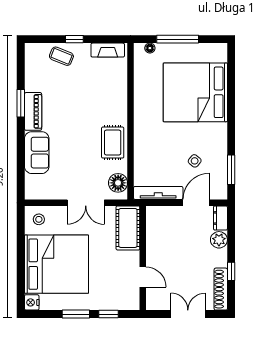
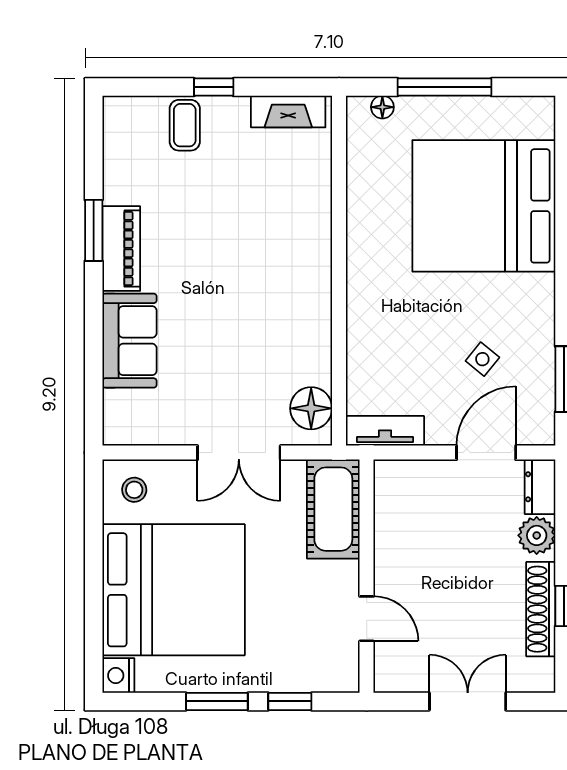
coffee table: (61, 56) -> (185, 125), turned 68
rug: (113, 143) -> (299, 318), removed
tv unit: (158, 193) -> (385, 431), width x0.71
shoe rack: (221, 289) -> (541, 609), moved

